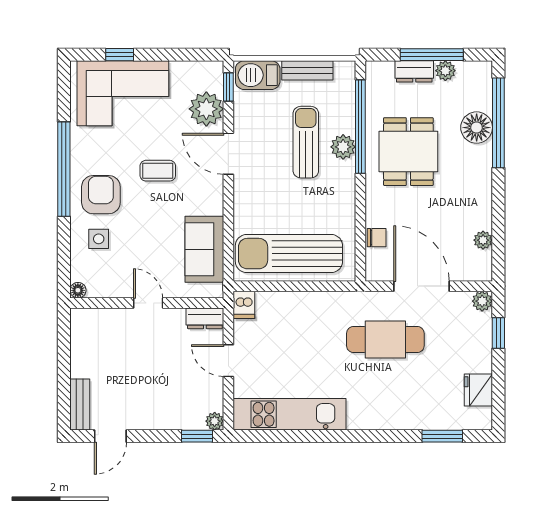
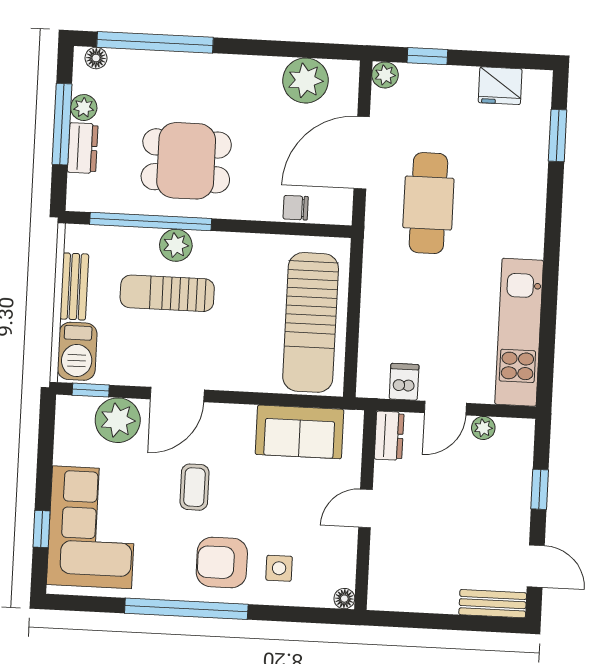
floor lamp: (477, 128) -> (96, 58), moved, width x0.53, depth x0.53
chair: (377, 238) -> (296, 208), turned -90
plant: (483, 240) -> (305, 80), width x1.88, depth x1.88
dishwasher: (244, 305) -> (404, 382), moved, turned -90
plant: (215, 421) -> (483, 428), moved
window: (197, 436) -> (540, 489), moved

